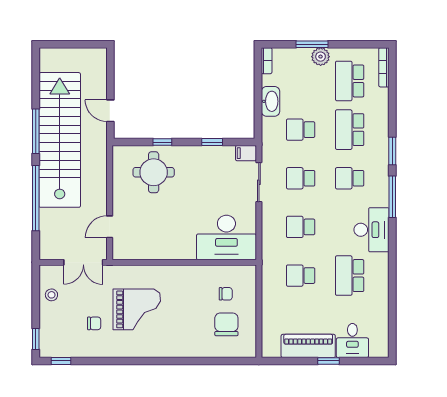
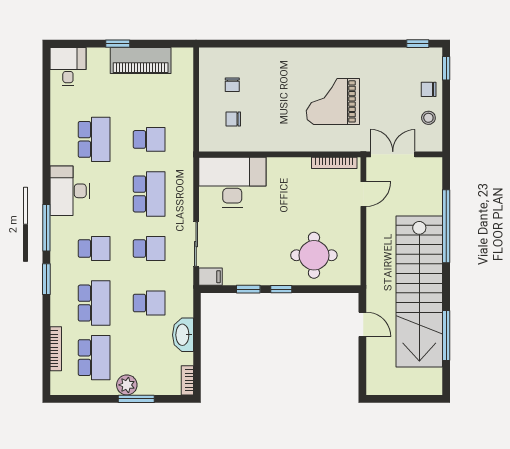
bookcase: (384, 67) -> (56, 349), moved
window: (36, 131) -> (446, 335), moved
window: (162, 142) -> (281, 289), moved
school desk: (301, 227) -> (149, 194), width x1.85
bookcase: (136, 255) -> (334, 163), added
chair: (94, 323) -> (429, 89), moved
chair: (226, 324) -> (232, 85), width x0.54, depth x0.54
desk: (352, 340) -> (68, 67), moved

